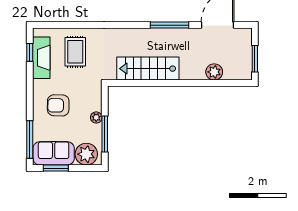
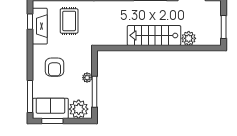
stairs: (148, 69) -> (154, 35), moved
armchair: (58, 105) -> (54, 67), turned -91

